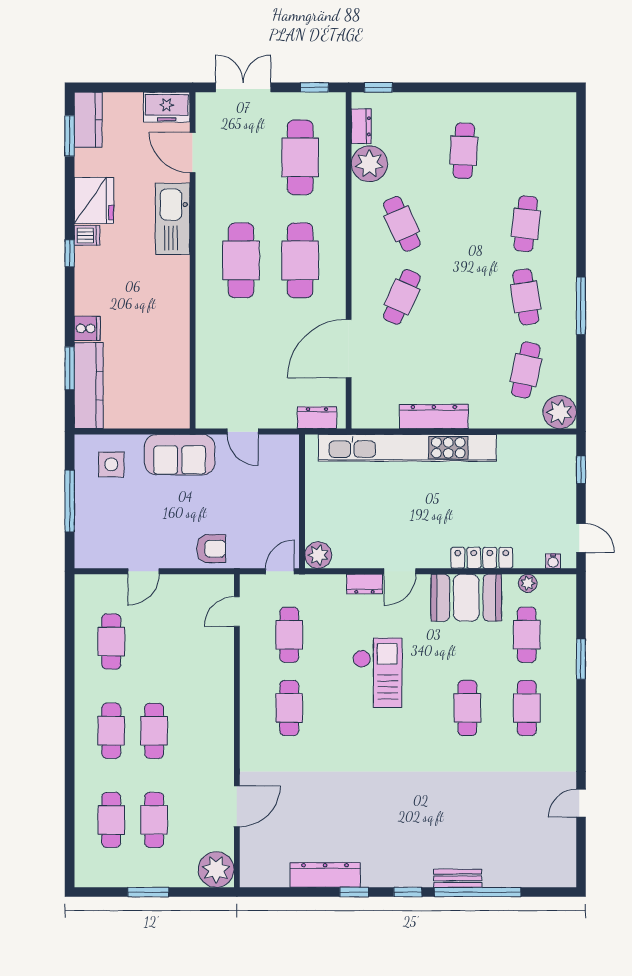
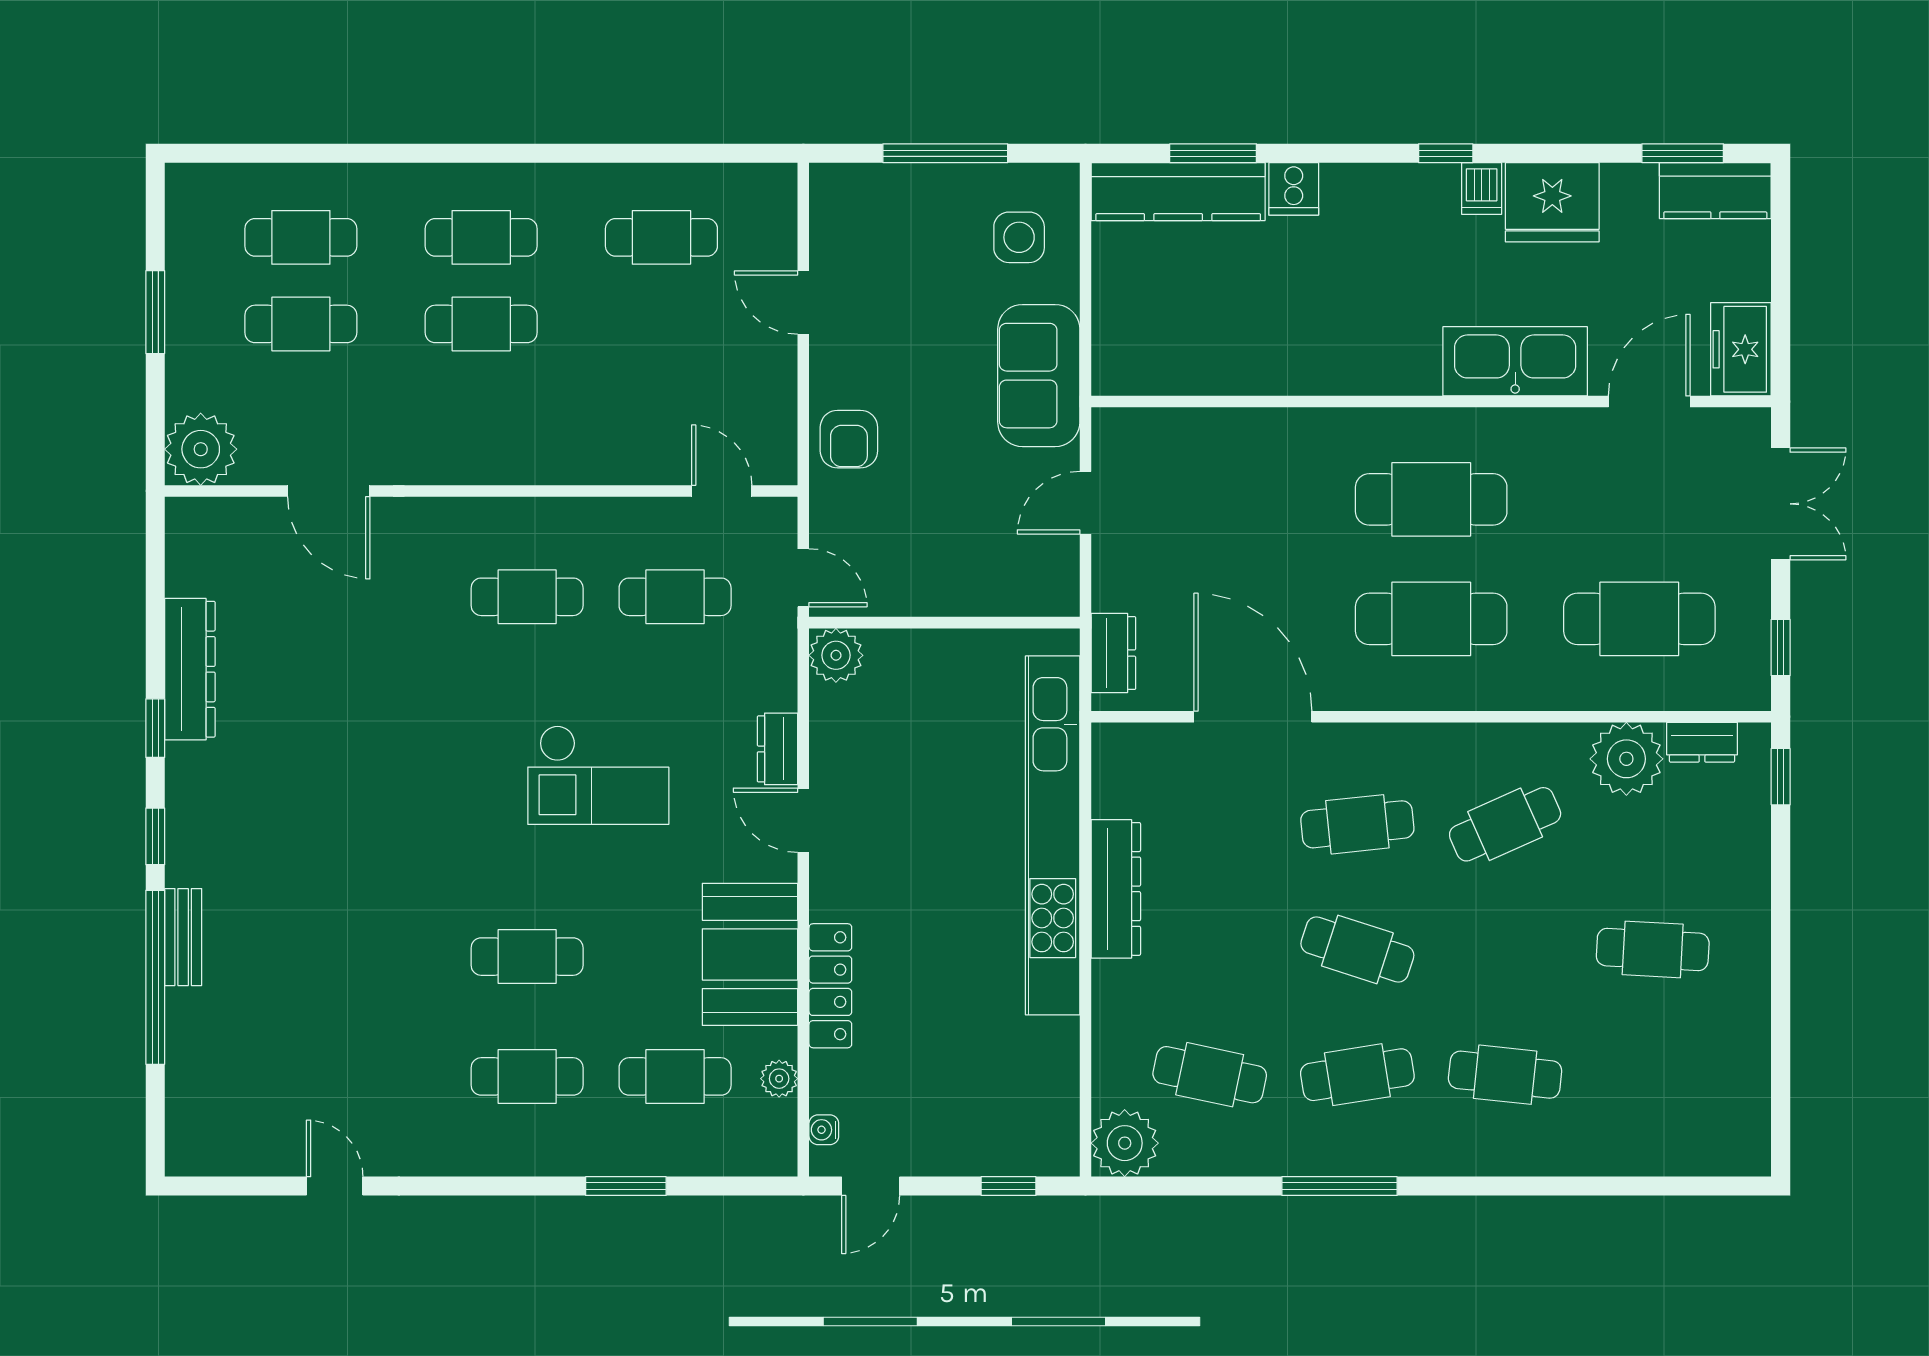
cafe table: (402, 297) -> (1357, 824), turned -30
cafe table: (464, 297) -> (1357, 949), added

